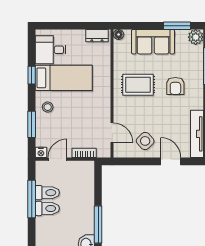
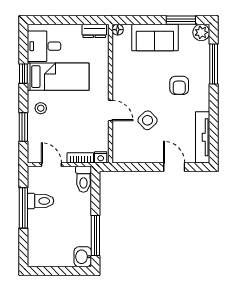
rug: (138, 85) -> (139, 84), removed
door: (112, 132) -> (111, 110), moved
side table: (145, 141) -> (148, 120), moved
nightstand: (41, 152) -> (101, 157), moved
door: (57, 159) -> (51, 165), hinge flipped
toilet: (47, 208) -> (83, 179), moved, turned 90

